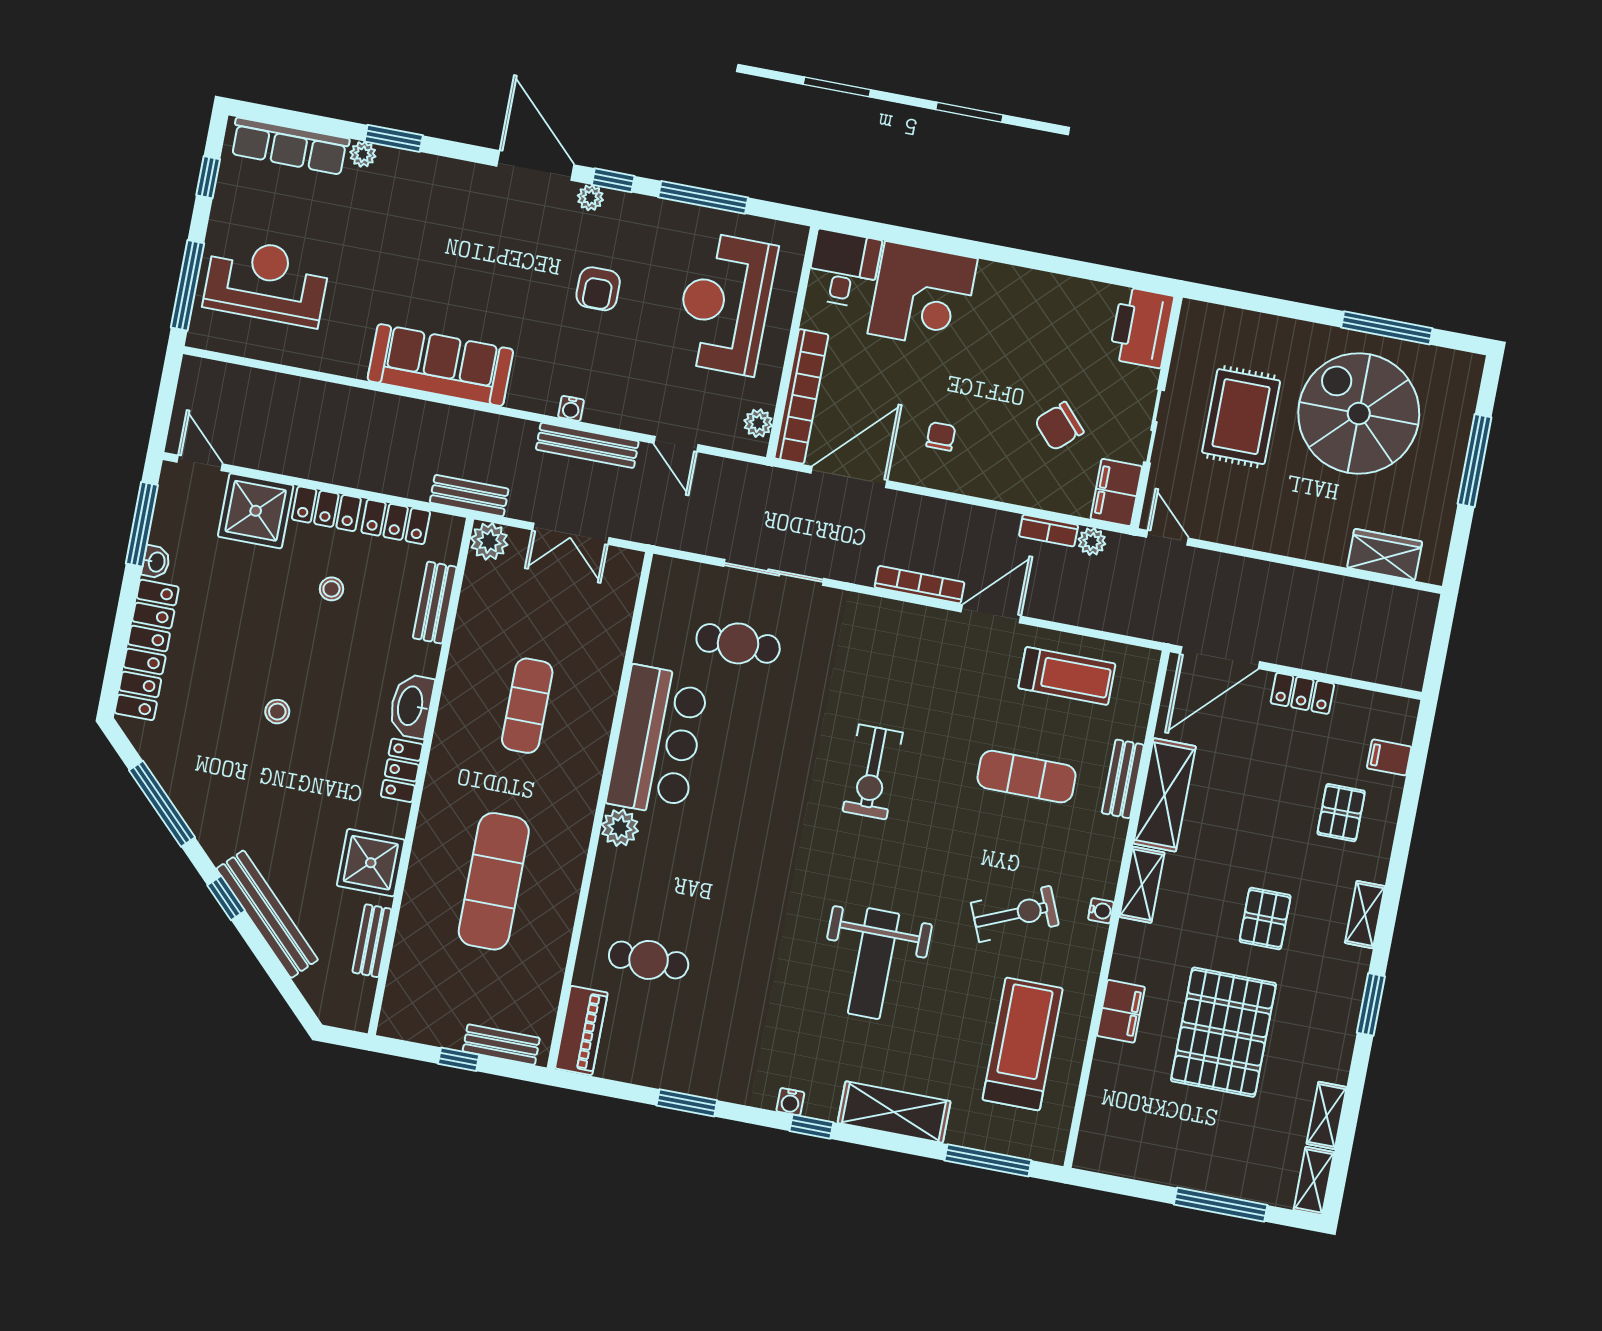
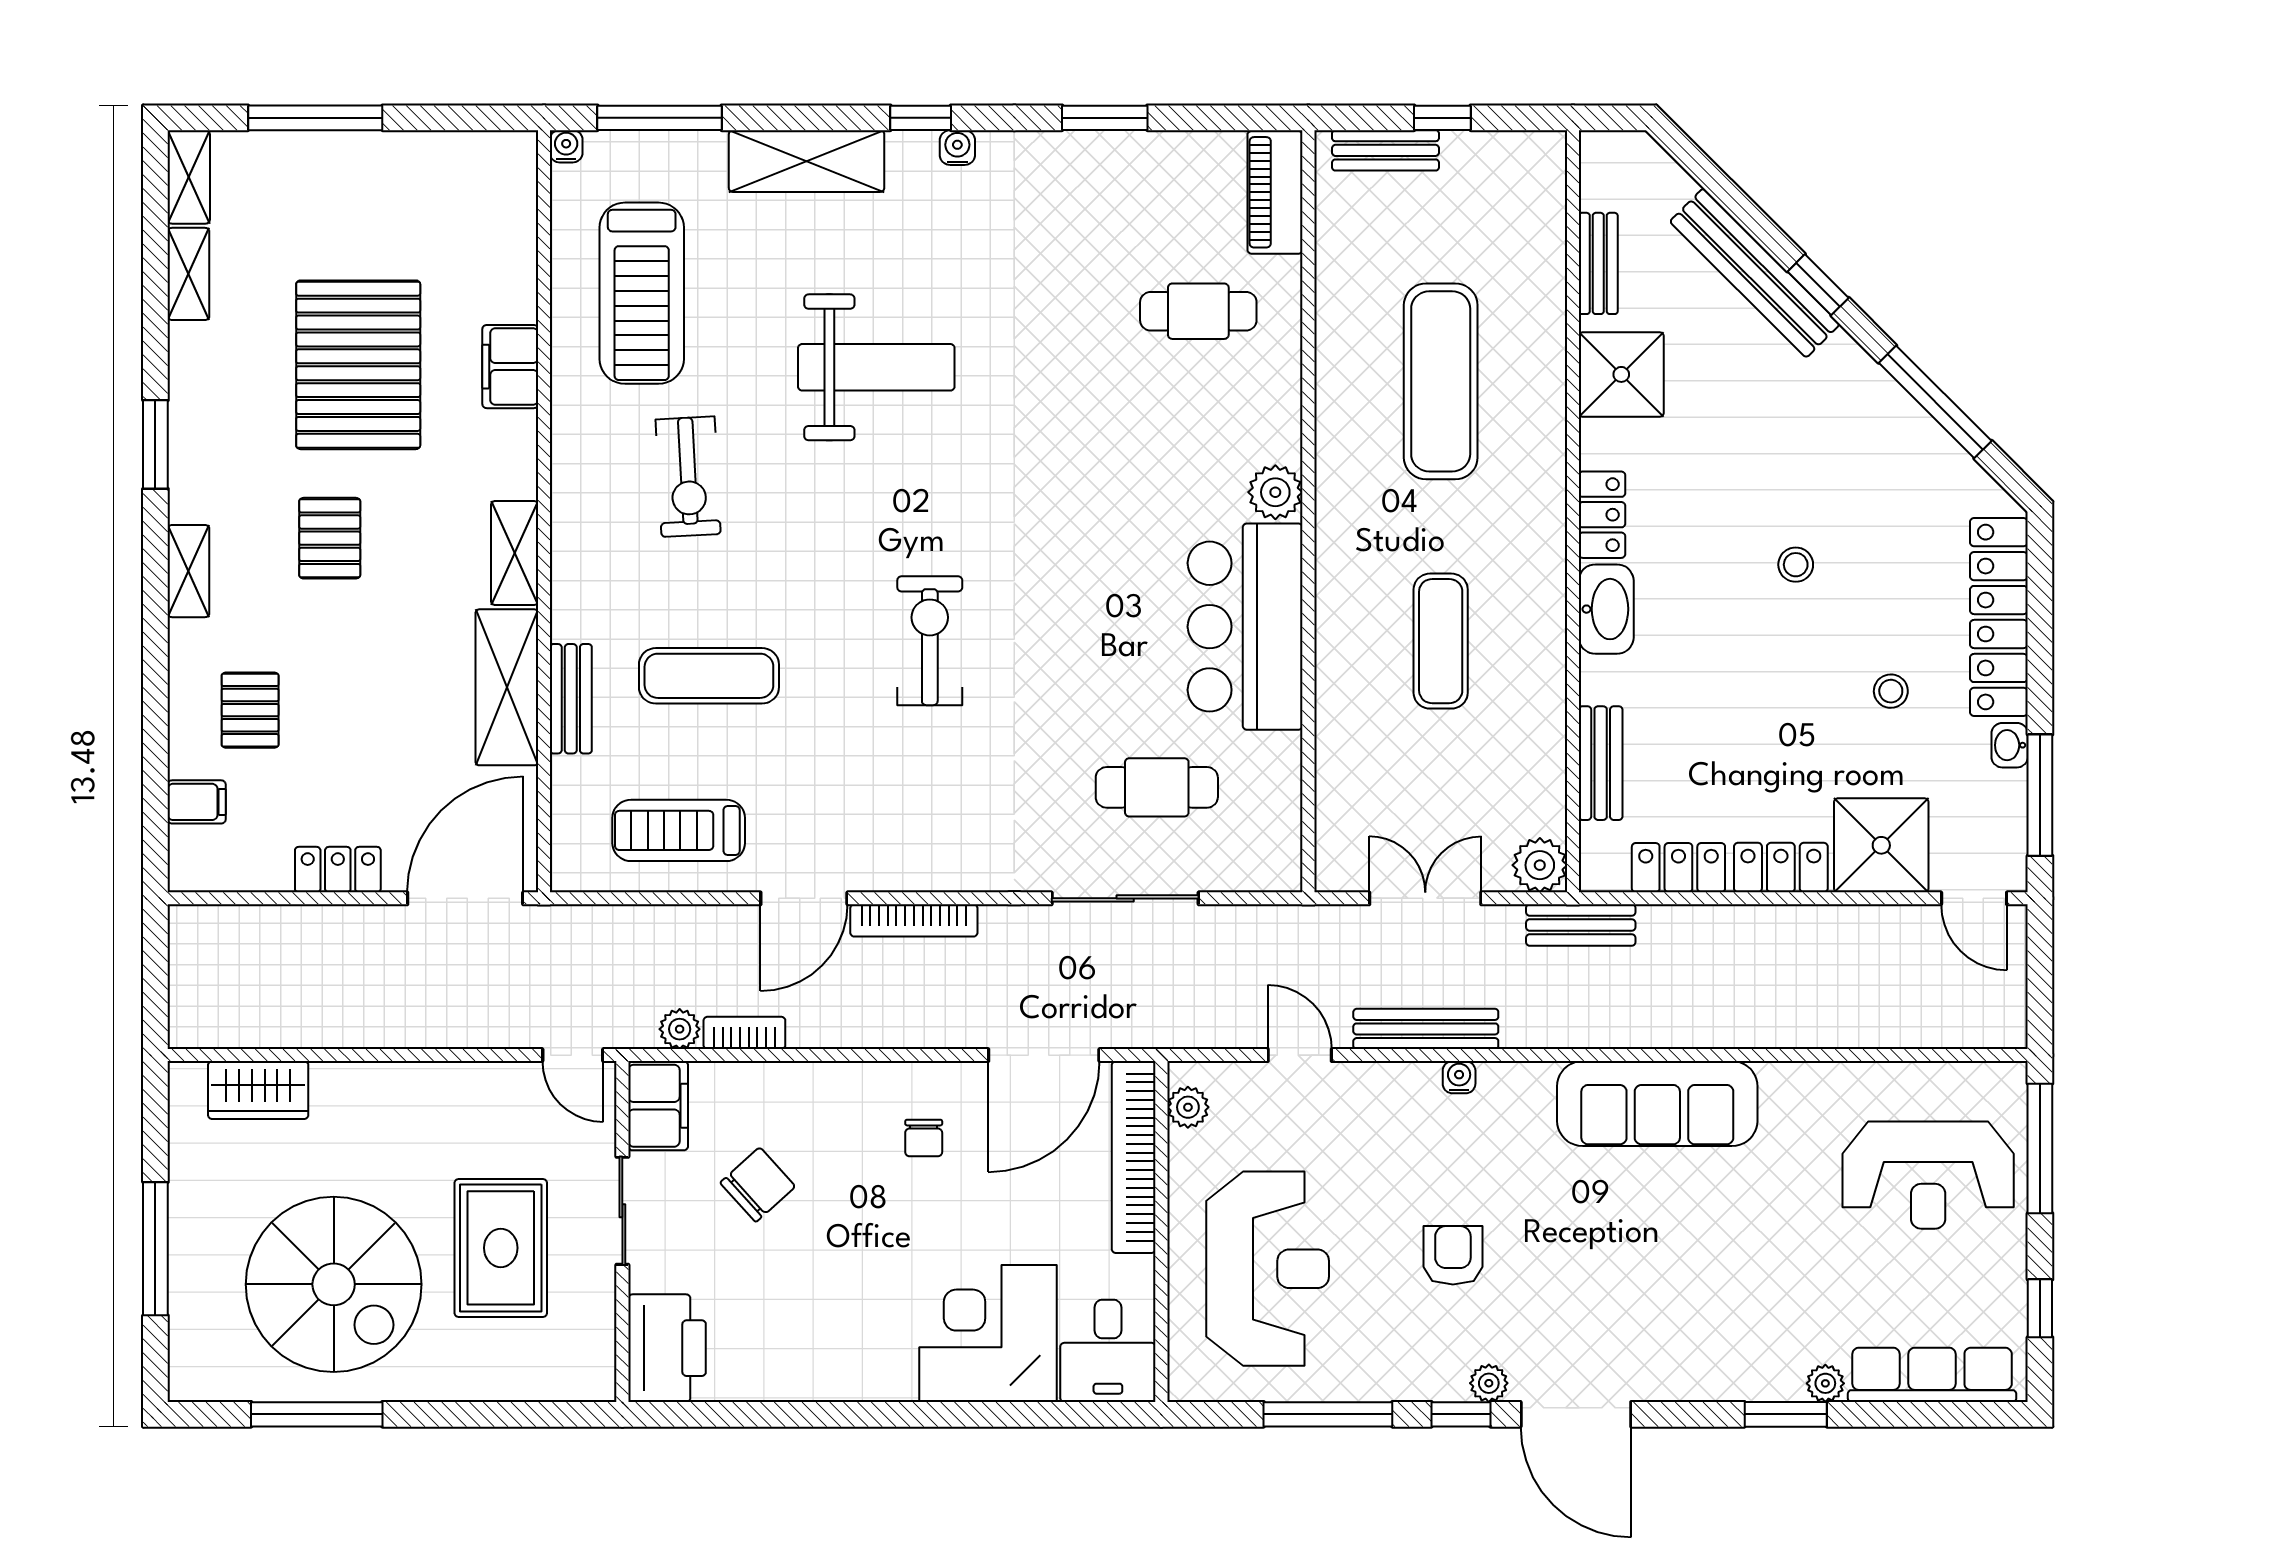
stool: (331, 589) -> (1891, 691), moved
water cooler: (1101, 911) -> (566, 146), moved, turned 90
exercise bike: (1015, 914) -> (688, 477), turned -70
weight bench: (874, 964) -> (876, 367), turned 90

